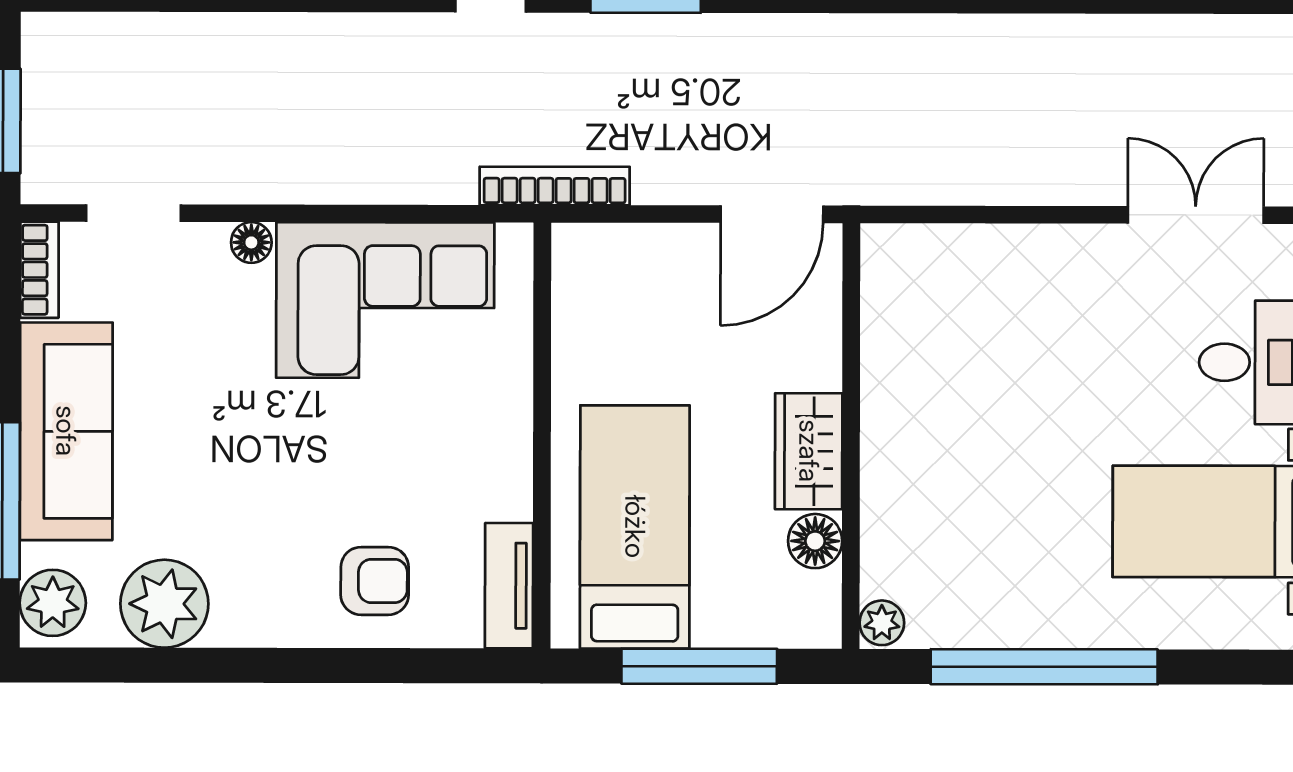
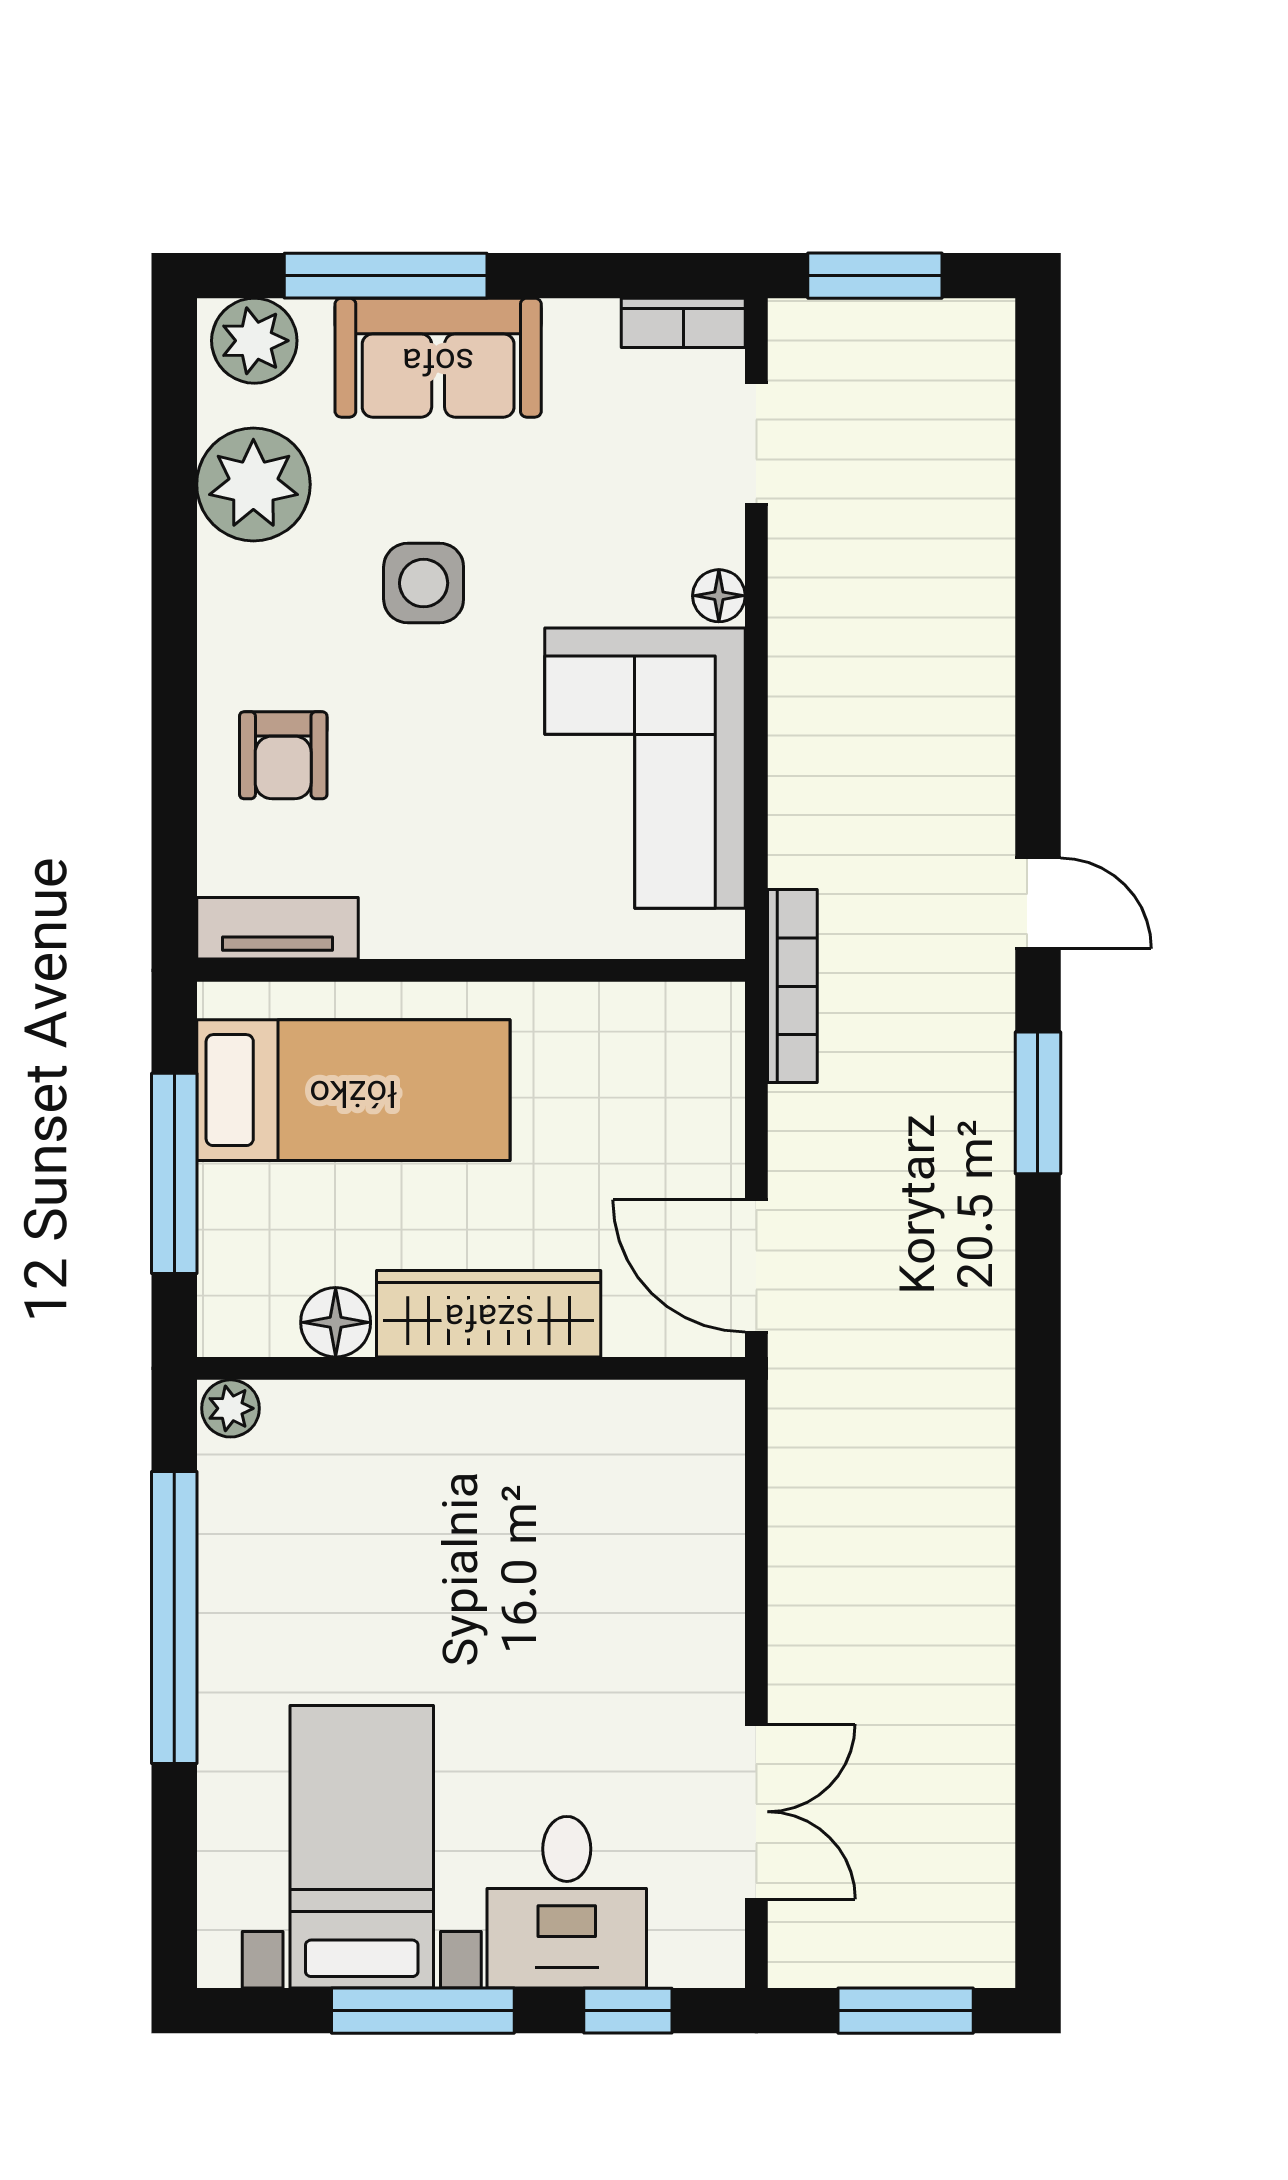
sofa: (66, 431) -> (438, 358), width x0.73
wardrobe: (809, 451) -> (489, 1314), width x1.50
side table: (241, 472) -> (424, 583), added

